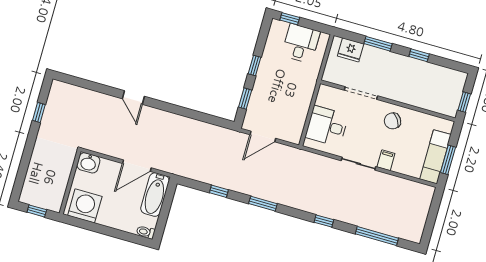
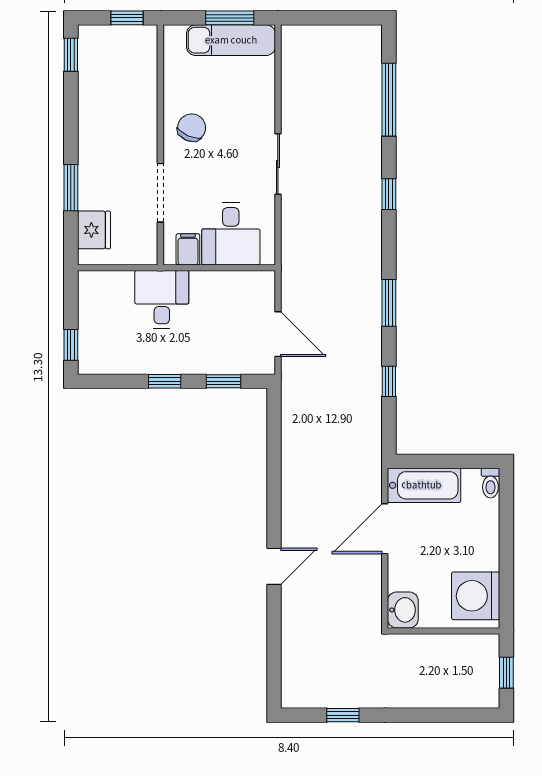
desk: (301, 44) -> (162, 299), moved, turned 90
window: (419, 55) -> (71, 55), moved
chair: (392, 121) -> (192, 128), turned -123
filing cabinet: (386, 160) -> (188, 249), moved, turned 90
door: (137, 166) -> (385, 529), swing flipped

